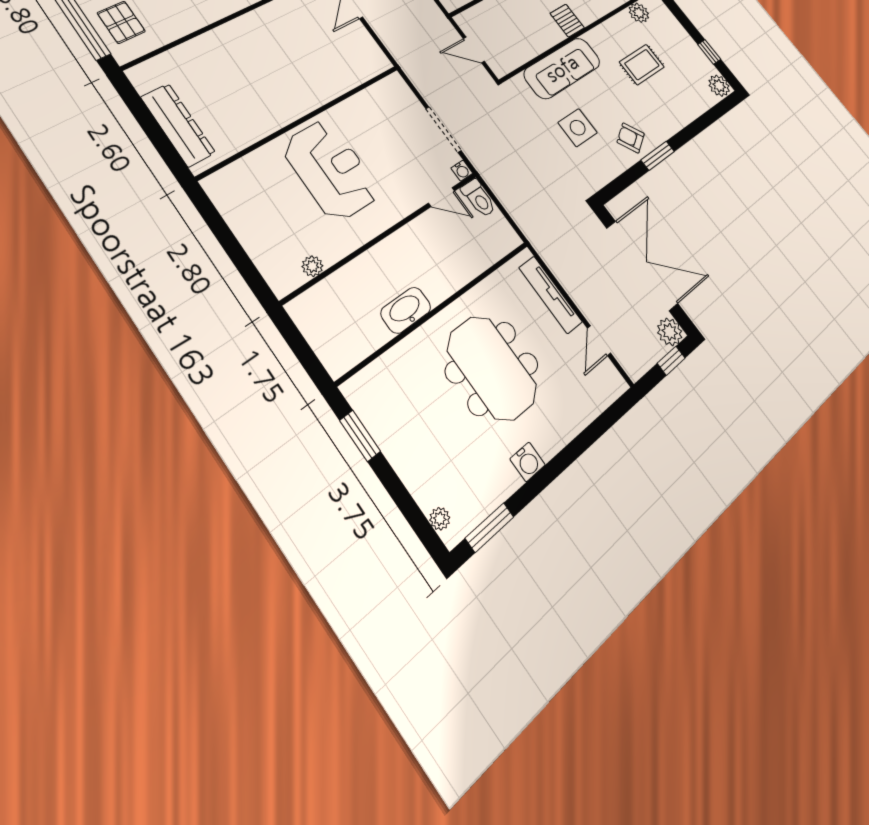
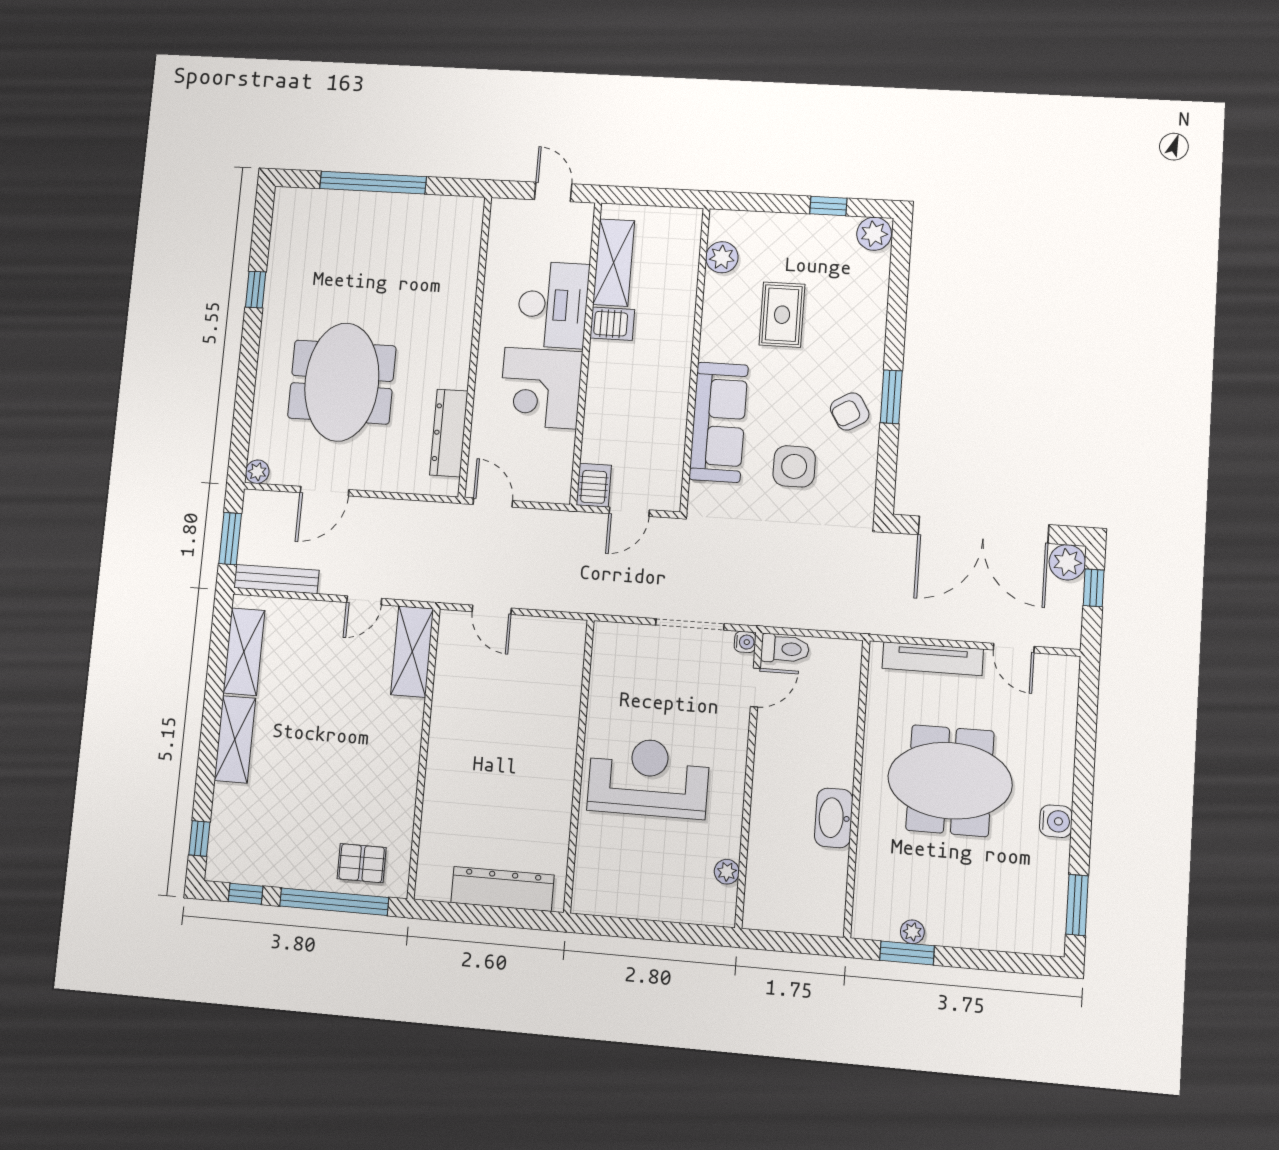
server rack: (567, 21) -> (594, 485), moved, turned 90
double door: (642, 266) -> (983, 530), swing flipped
plant: (440, 519) -> (912, 932), moved

